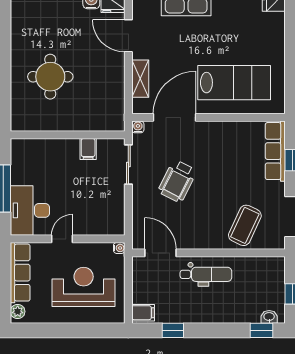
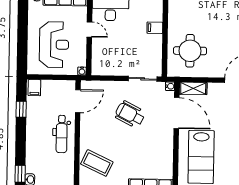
round table: (50, 77) -> (190, 51), moved
shelving: (140, 79) -> (193, 88), moved
filing cabinet: (88, 149) -> (155, 28), moved

